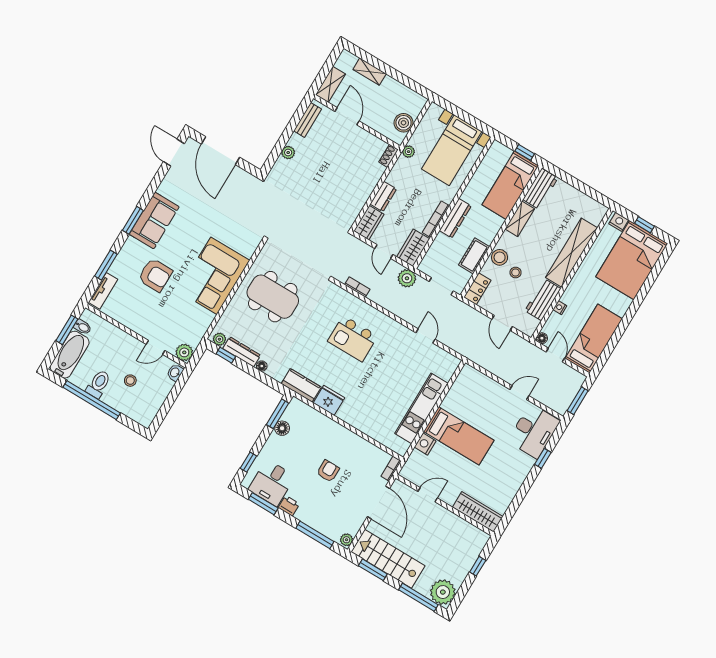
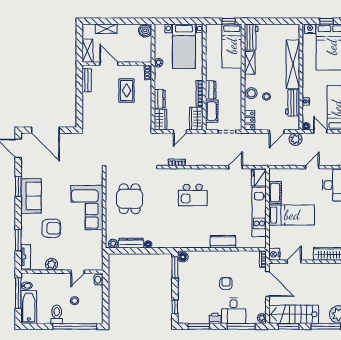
boiler: (404, 123) -> (145, 30), moved
plant: (288, 153) -> (87, 107), removed
rug: (349, 162) -> (127, 91), added
dresser: (455, 218) -> (211, 90), width x0.70
window: (133, 220) -> (18, 186), moved
door: (384, 252) -> (180, 132), hinge flipped
cot: (474, 256) -> (212, 111), moved
plant: (407, 278) -> (296, 139), moved
dining table: (273, 297) -> (130, 199), width x0.73
door: (502, 323) -> (277, 132), hinge flipped
window: (67, 330) -> (18, 293), width x1.44
door: (425, 336) -> (235, 167), hinge flipped
plant: (184, 352) -> (52, 264), moved
window: (226, 355) -> (123, 251), removed
kitchen counter: (301, 385) -> (223, 242), moved
cot: (455, 396) -> (275, 193), added
window: (92, 400) -> (75, 326), moved
fridge: (329, 400) -> (259, 178), moved, turned -90
floor lamp: (282, 428) -> (183, 257), moved
nightstand: (425, 444) -> (274, 254), moved
desk: (272, 483) -> (234, 311), moved

